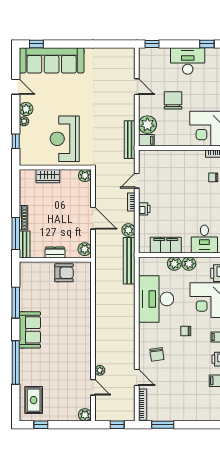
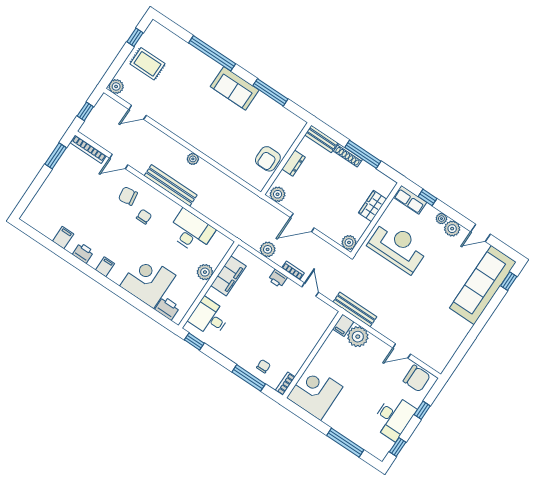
window: (152, 44) -> (422, 410), moved
chair: (173, 100) -> (417, 378), moved
row of seats: (26, 153) -> (410, 200), added
window: (16, 233) -> (363, 154), moved
bench: (129, 261) -> (171, 185), moved
plant: (189, 264) -> (195, 286), removed
desk: (156, 299) -> (191, 231), width x0.73, depth x0.77
chair: (186, 331) -> (144, 217), moved
plant: (100, 370) -> (193, 159), moved
rug: (34, 400) -> (147, 64), moved

